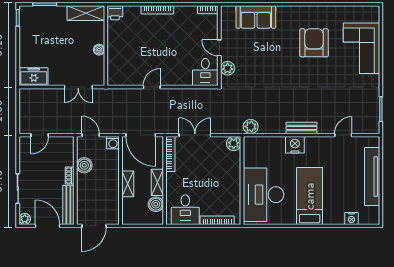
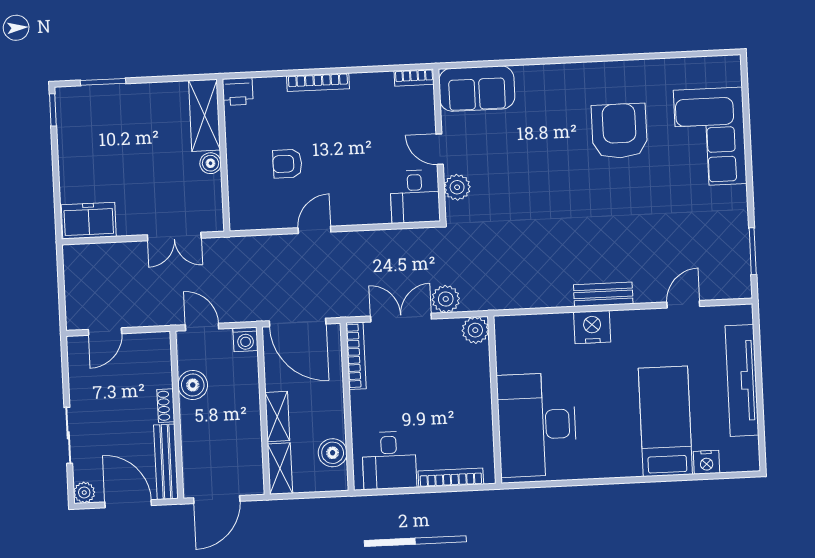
shelving: (86, 13) -> (205, 115), moved, turned 90
sofa: (256, 17) -> (477, 89), moved
armchair: (139, 52) -> (287, 164), added
plant: (251, 127) -> (446, 299), moved
shelving: (157, 182) -> (280, 469), moved
bed: (310, 196) -> (665, 421), moved

